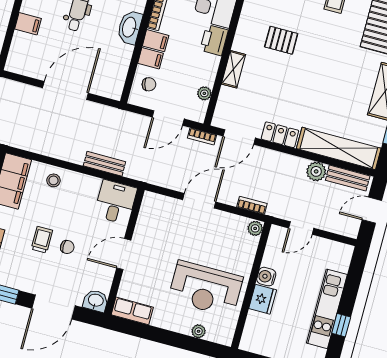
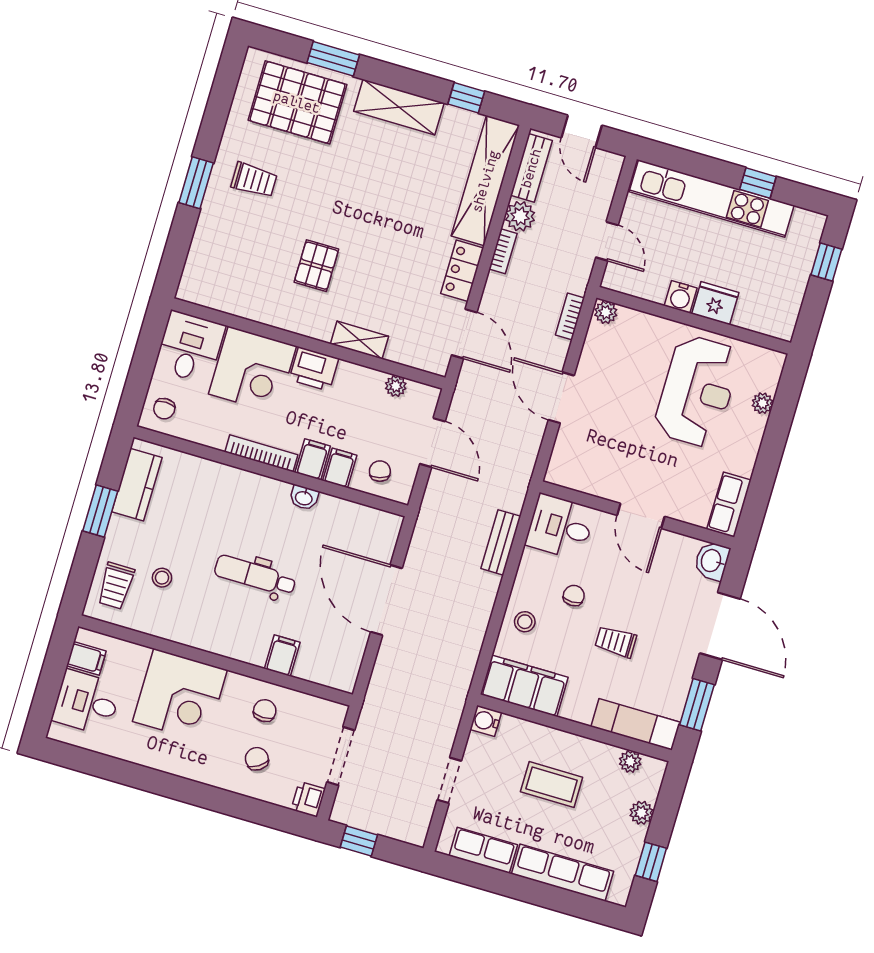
washbasin: (130, 27) -> (304, 498), width x0.52, depth x0.69
bookcase: (202, 136) -> (503, 251), moved
chair: (67, 247) -> (574, 596), moved
kitchen unit: (327, 309) -> (712, 198), width x1.36

